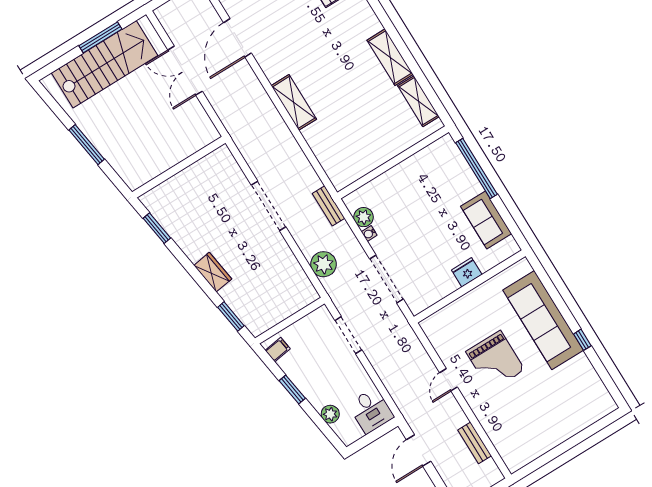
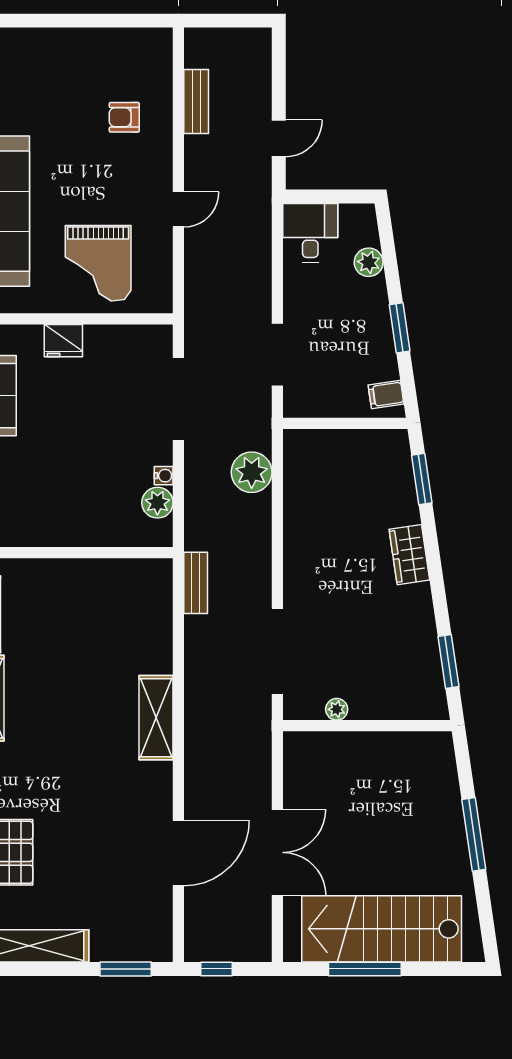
plant: (201, 166) -> (337, 709), added
doorway: (269, 206) -> (277, 651), moved
bench: (328, 206) -> (196, 583), moved
grand piano: (495, 361) -> (98, 263), moved, turned 180
armchair: (508, 411) -> (124, 117), added
door: (419, 451) -> (279, 138), width x0.73

